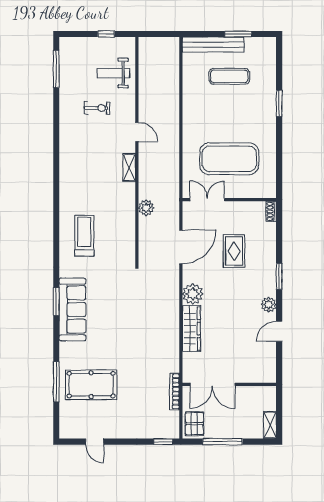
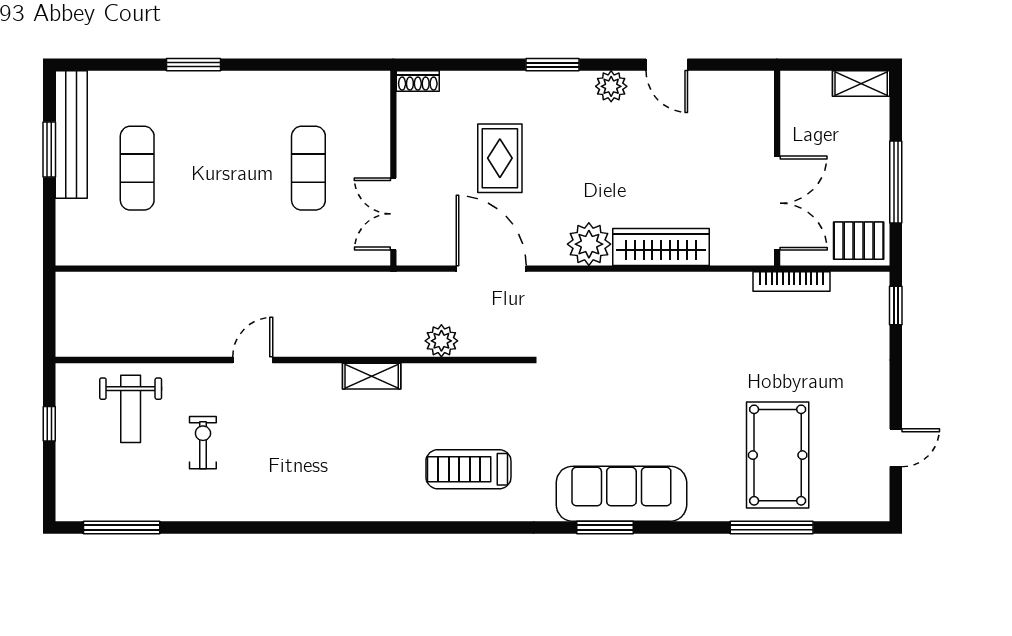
bench: (213, 45) -> (71, 134), moved
exercise mat: (229, 159) -> (308, 168), width x0.50, depth x0.69
shelving: (129, 168) -> (372, 376), moved
plant: (146, 208) -> (441, 341), moved
rug: (234, 251) -> (500, 158), turned 90

